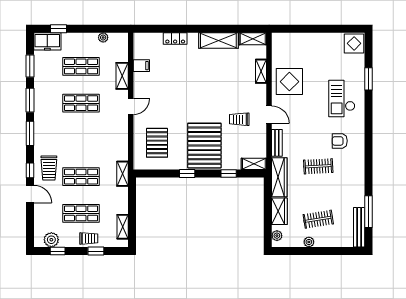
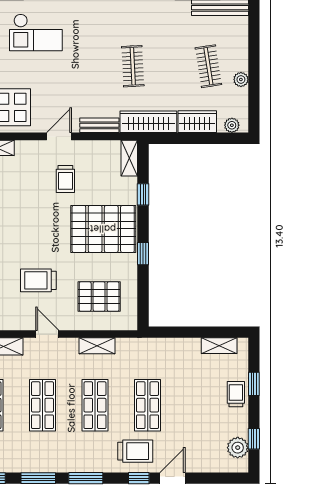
trolley: (168, 100) -> (38, 280), added
armchair: (340, 141) -> (97, 35), removed
shelving: (123, 174) -> (97, 346), moved
shop shelf: (81, 213) -> (95, 405), moved

